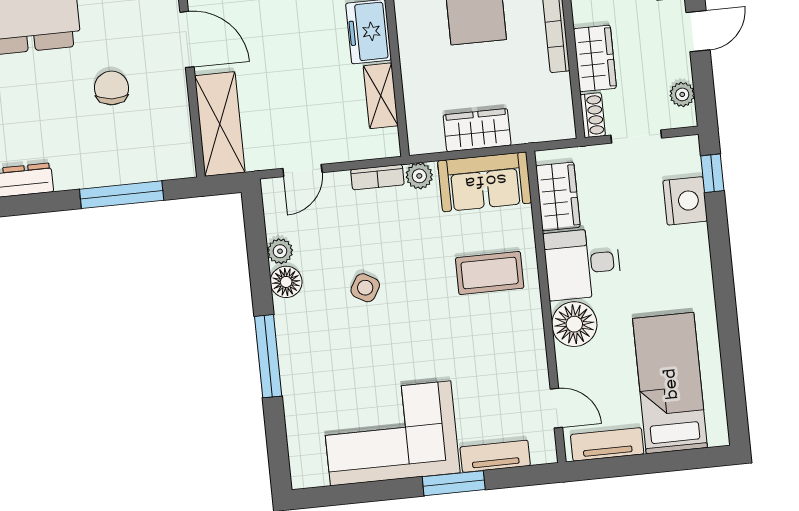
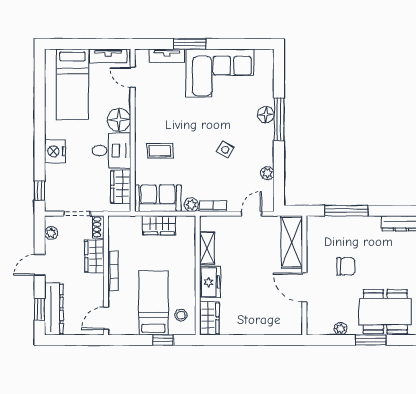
chair: (112, 88) -> (346, 266), turned -94
nightstand: (685, 201) -> (55, 151), moved
coffee table: (490, 273) -> (160, 151), width x0.73, depth x0.77
floor lamp: (286, 282) -> (266, 115), moved

